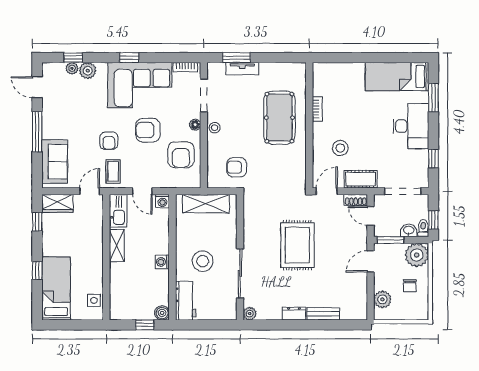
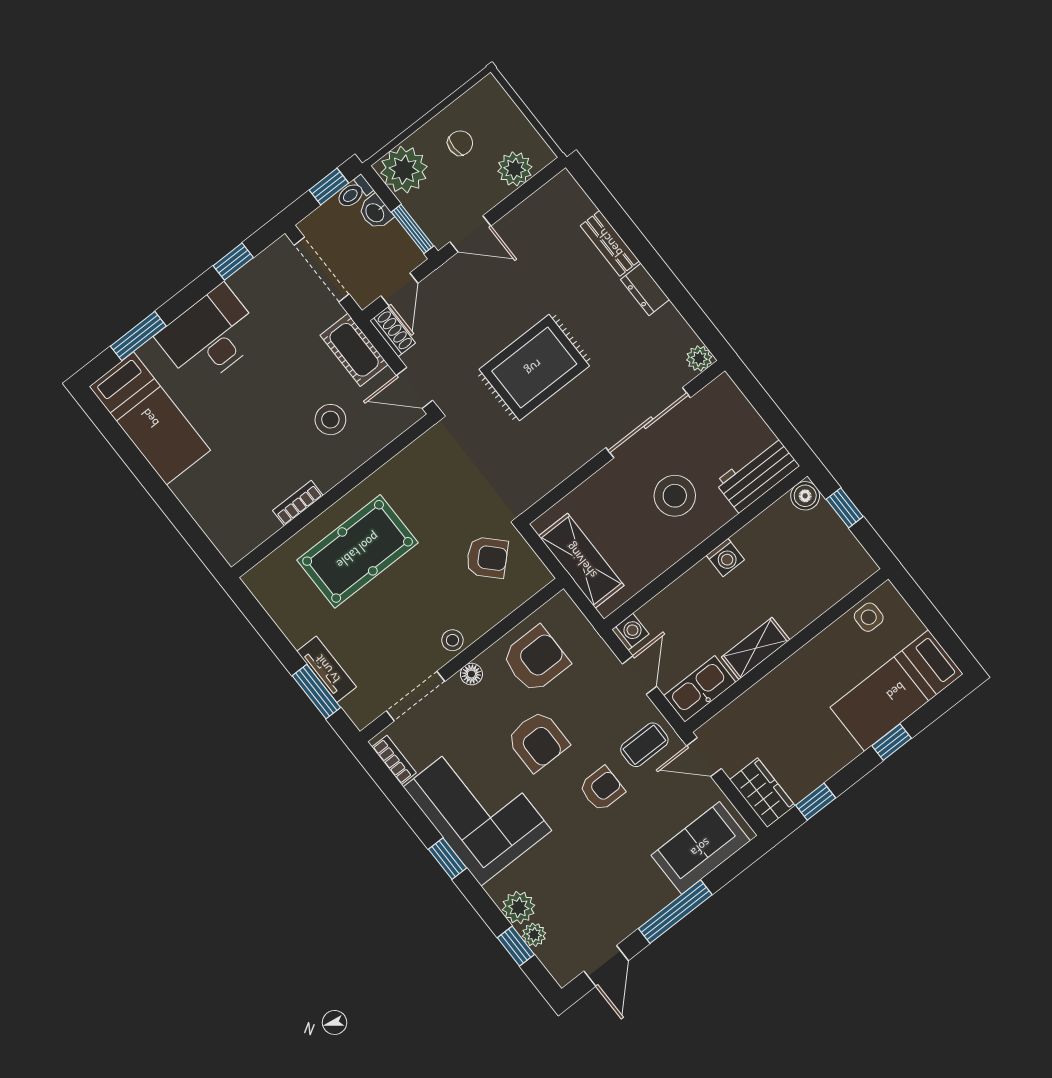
armchair: (237, 167) -> (487, 557), turned -44

